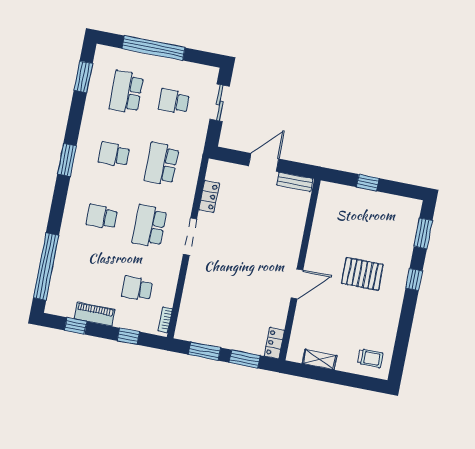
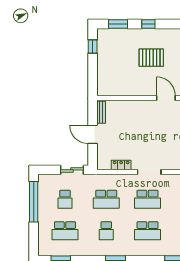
window: (153, 48) -> (34, 202), moved
sliding door: (220, 103) -> (72, 170), moved
window: (368, 183) -> (93, 47), moved
school desk: (102, 217) -> (148, 231), width x1.85
pallet: (362, 274) -> (151, 58), turned 90

